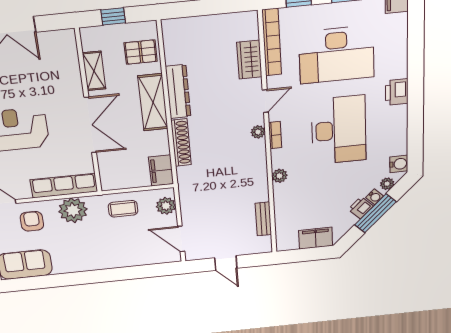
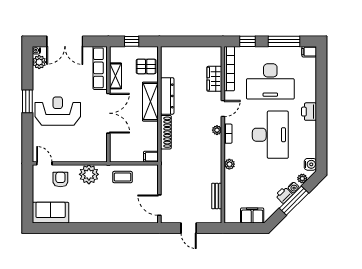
filing cabinet: (161, 170) -> (151, 157), width x0.50
row of seats: (64, 186) -> (100, 68), moved, turned -90
plant: (166, 206) -> (151, 178), removed

